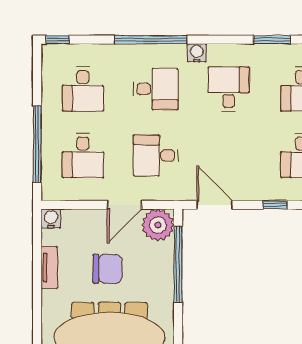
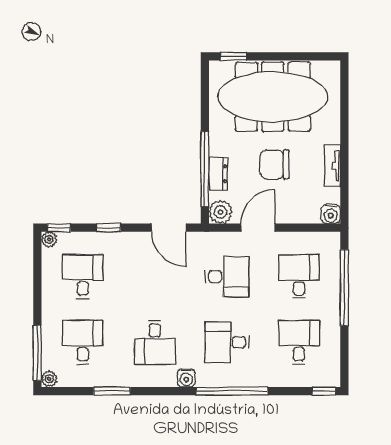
plant: (158, 225) -> (221, 212), width x0.73, depth x0.73
dresser: (165, 259) -> (218, 174), added

